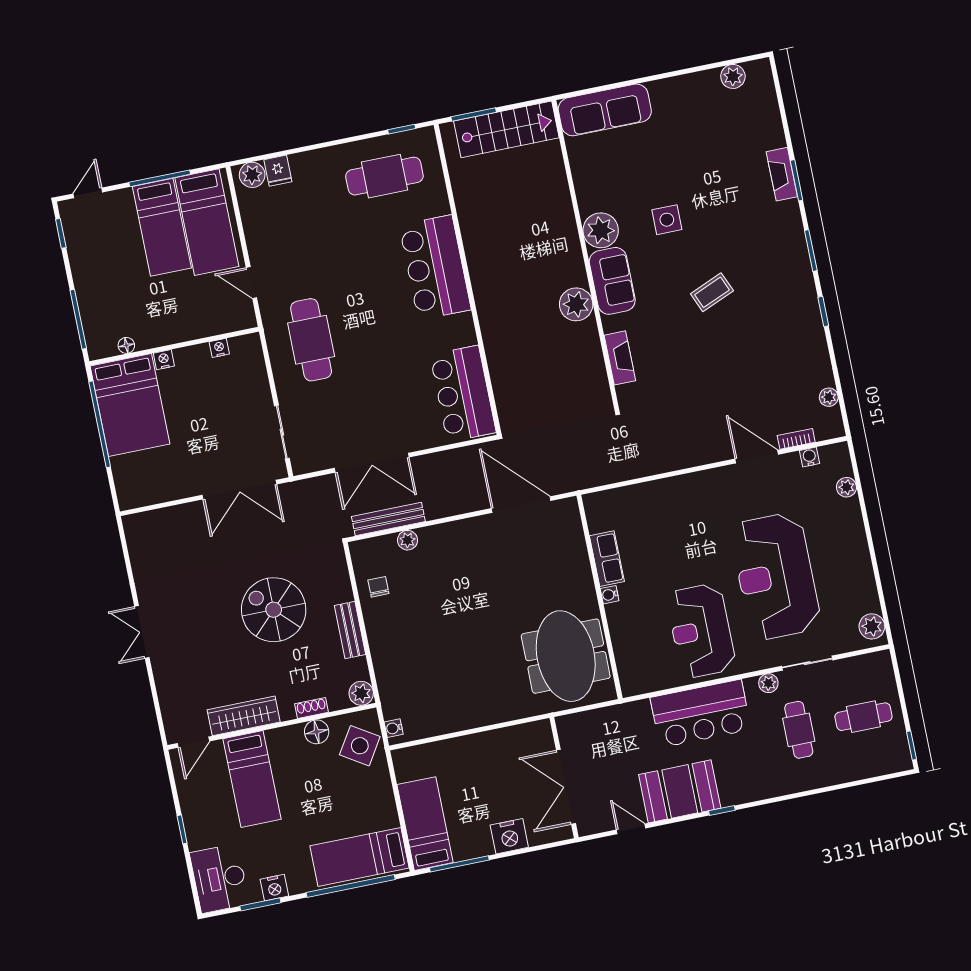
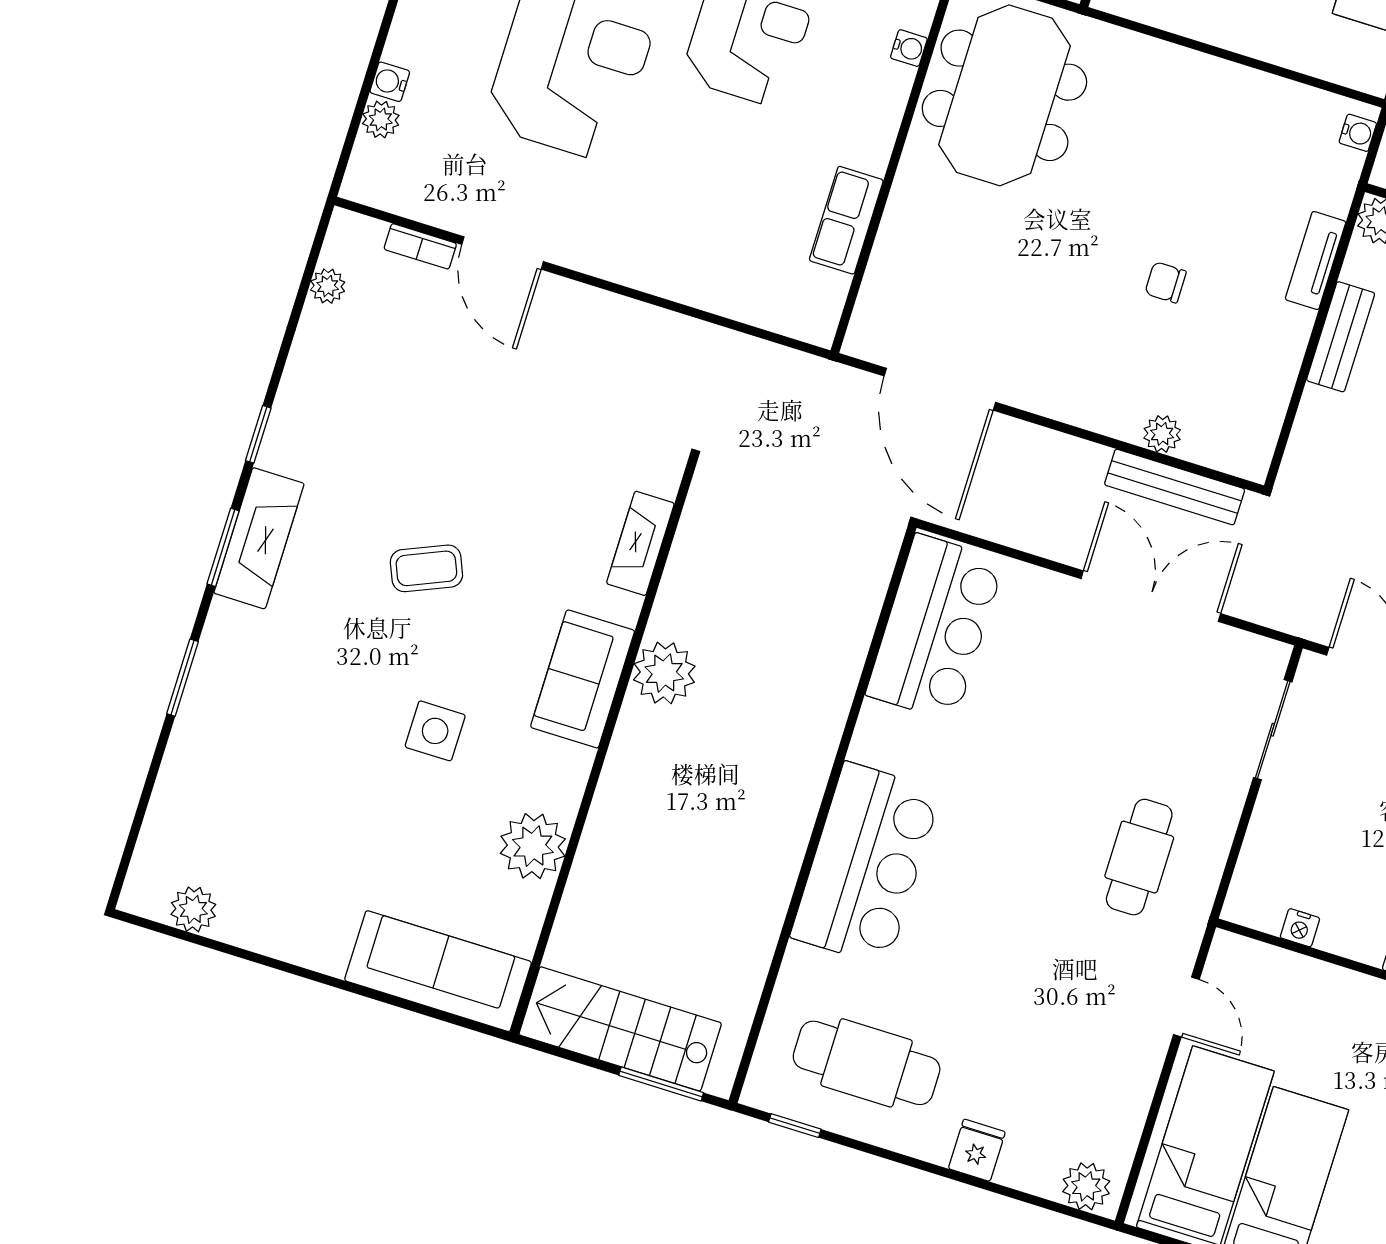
fridge: (278, 171) -> (977, 1150), moved
fireplace: (782, 174) -> (259, 538), moved, width x1.37, depth x1.32
plant: (601, 230) -> (533, 846), moved
cafe table: (311, 340) -> (1139, 857), width x0.73, depth x0.74
water cooler: (810, 457) -> (390, 82), moved, turned 90
chair: (378, 587) -> (1166, 282), moved, turned 90
water cooler: (610, 595) -> (909, 48), moved
tv unit: (381, 659) -> (1316, 261), added

